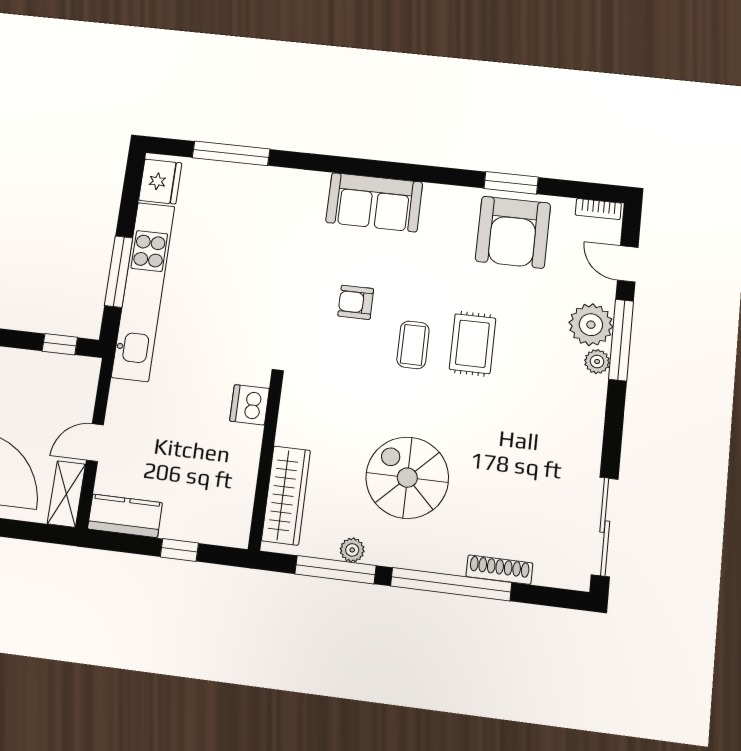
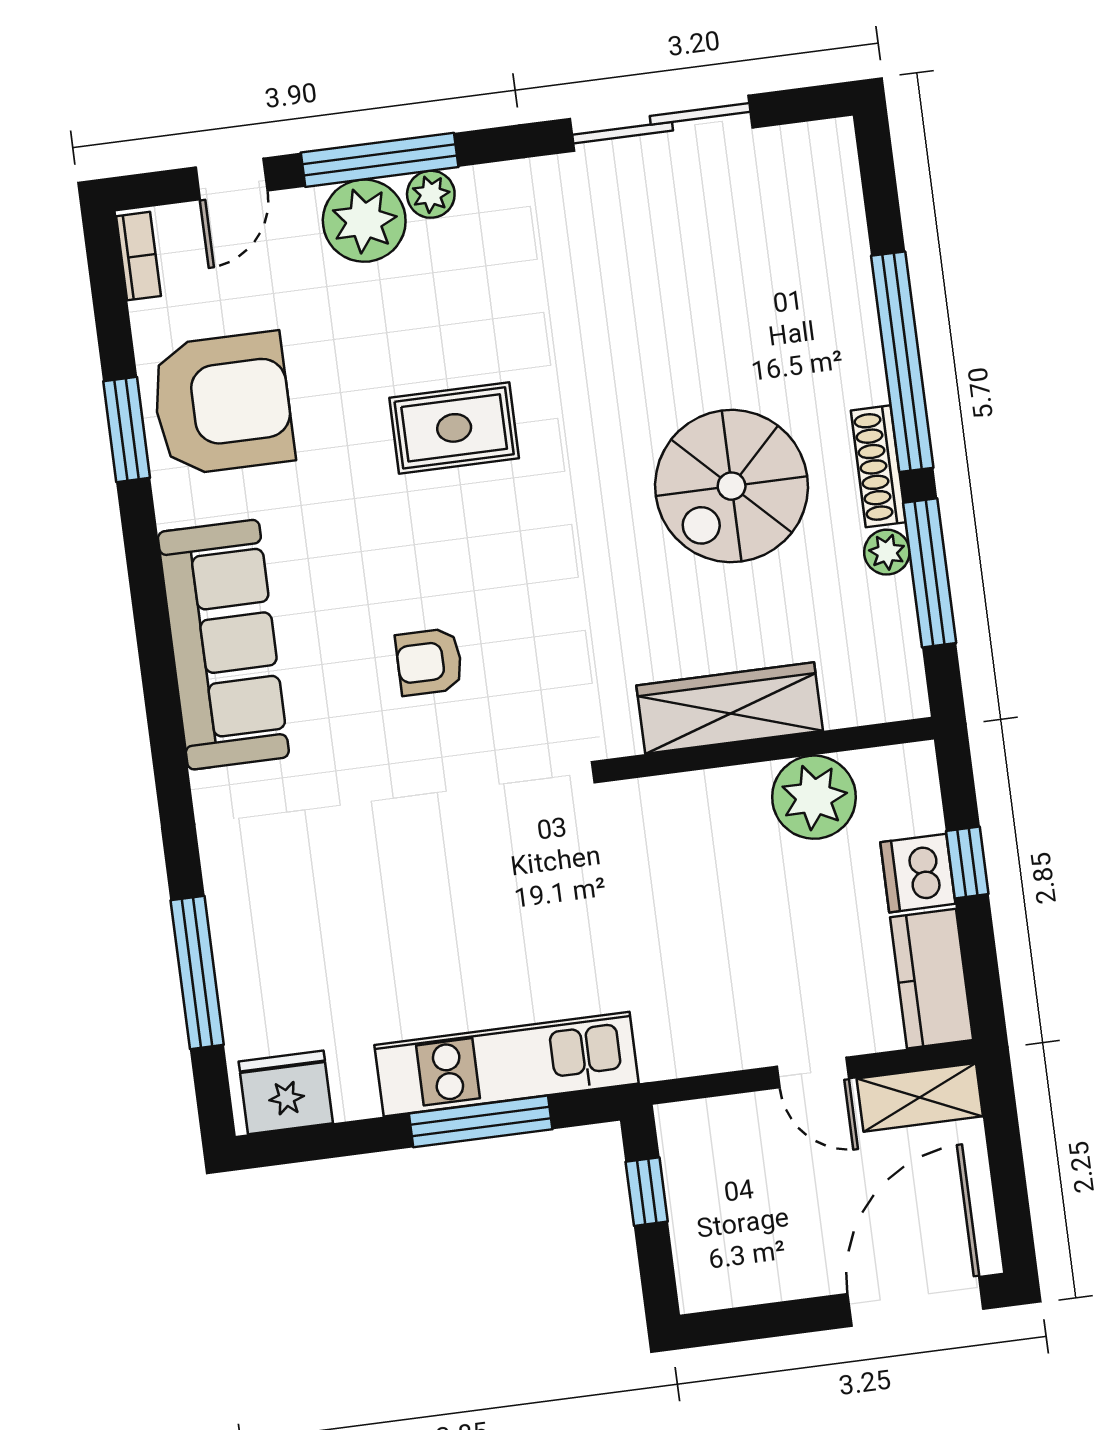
sofa: (374, 202) -> (223, 645), width x1.36
kitchen unit: (143, 291) -> (507, 1064), width x0.73
armchair: (356, 302) -> (429, 662), turned 90
coffee table: (413, 345) -> (484, 536), removed
dishwasher: (249, 405) -> (918, 873), moved, turned 90
plant: (235, 479) -> (814, 797), added
wardrobe: (286, 495) -> (730, 708), moved
sliding door: (605, 527) -> (661, 123), moved
shoe rack: (499, 570) -> (878, 466), moved

